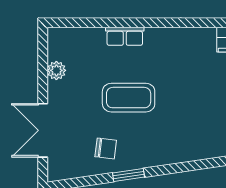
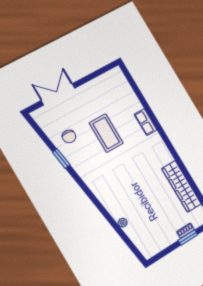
row of seats: (125, 36) -> (146, 122), moved
plant: (56, 70) -> (97, 84), removed

